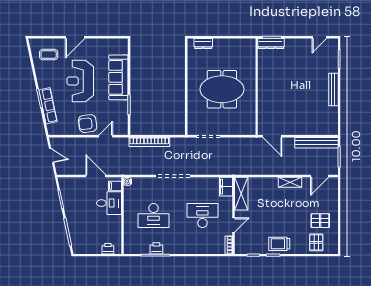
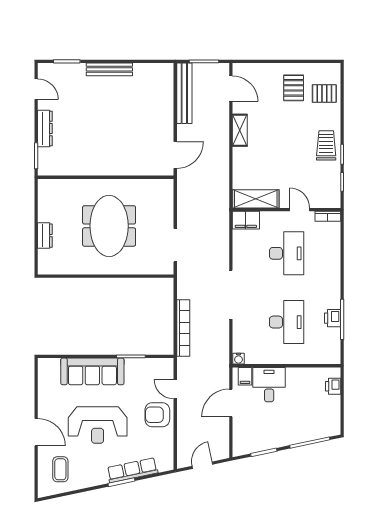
dresser: (203, 44) -> (45, 236), moved
dresser: (271, 44) -> (45, 128), moved
armchair: (88, 124) -> (157, 415), turned 97
desk: (202, 216) -> (287, 253), turned 180
trolley: (279, 244) -> (326, 145), turned 180

